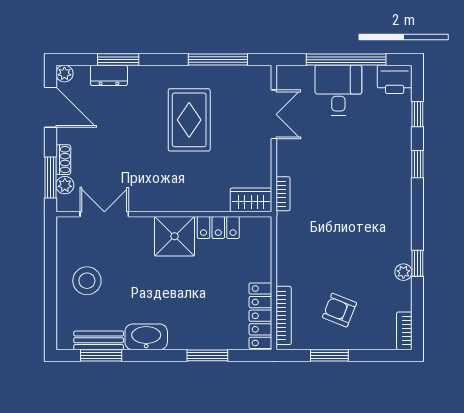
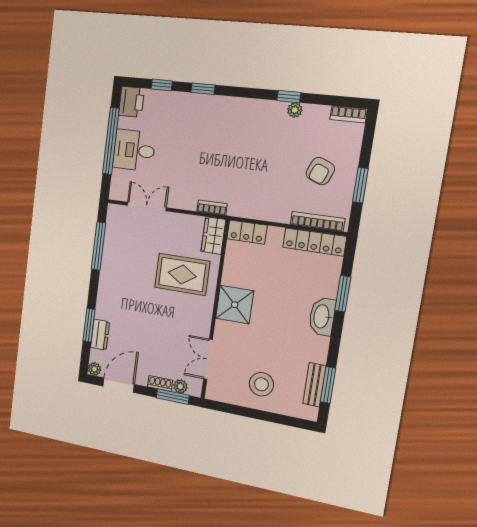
rug: (189, 120) -> (182, 274), moved
locker: (218, 227) -> (247, 232), moved, turned 90
washbasin: (146, 337) -> (322, 317), moved

